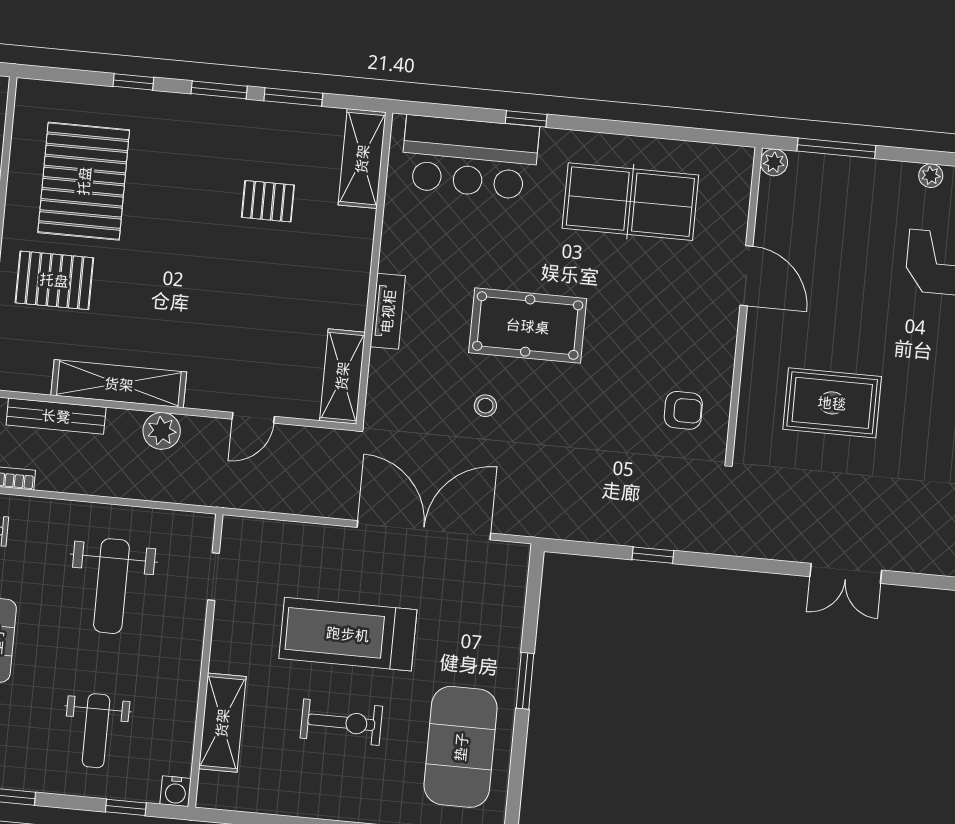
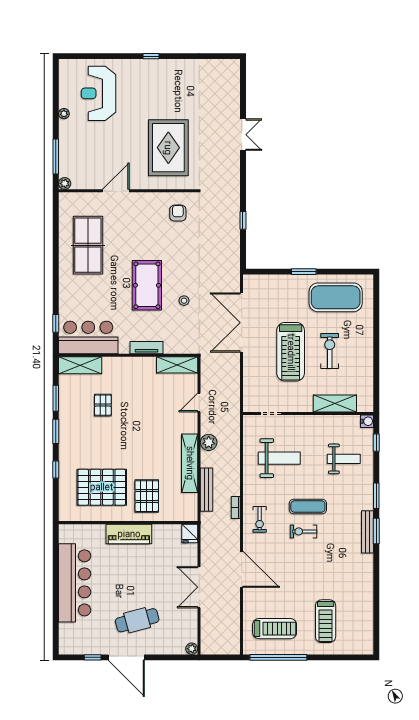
window: (526, 119) -> (56, 323), moved
bar counter: (470, 157) -> (88, 337), moved, turned -90
rug: (832, 403) -> (168, 148), width x1.37, depth x1.44
door: (253, 418) -> (199, 403), swing flipped

